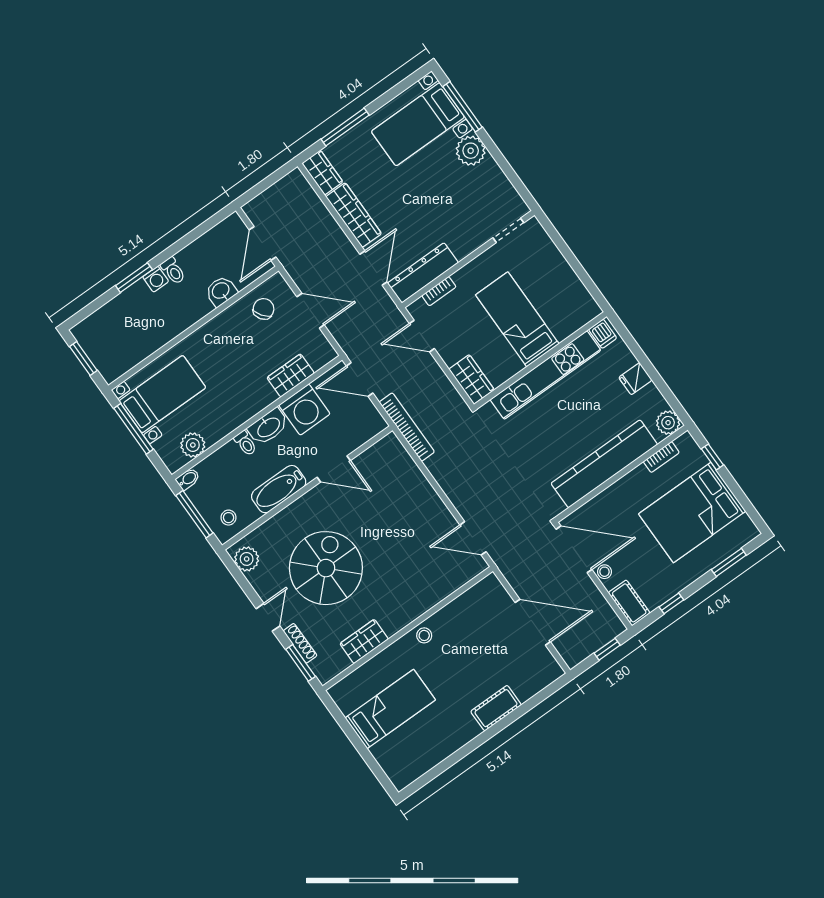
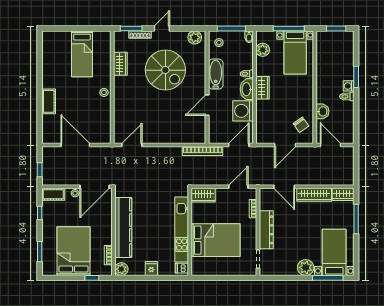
dresser: (423, 273) -> (266, 230), moved
bed: (517, 319) -> (215, 240), width x1.50
wardrobe: (291, 375) -> (263, 88), moved
door: (268, 617) -> (162, 28), swing flipped
door: (533, 622) -> (75, 145), swing flipped

